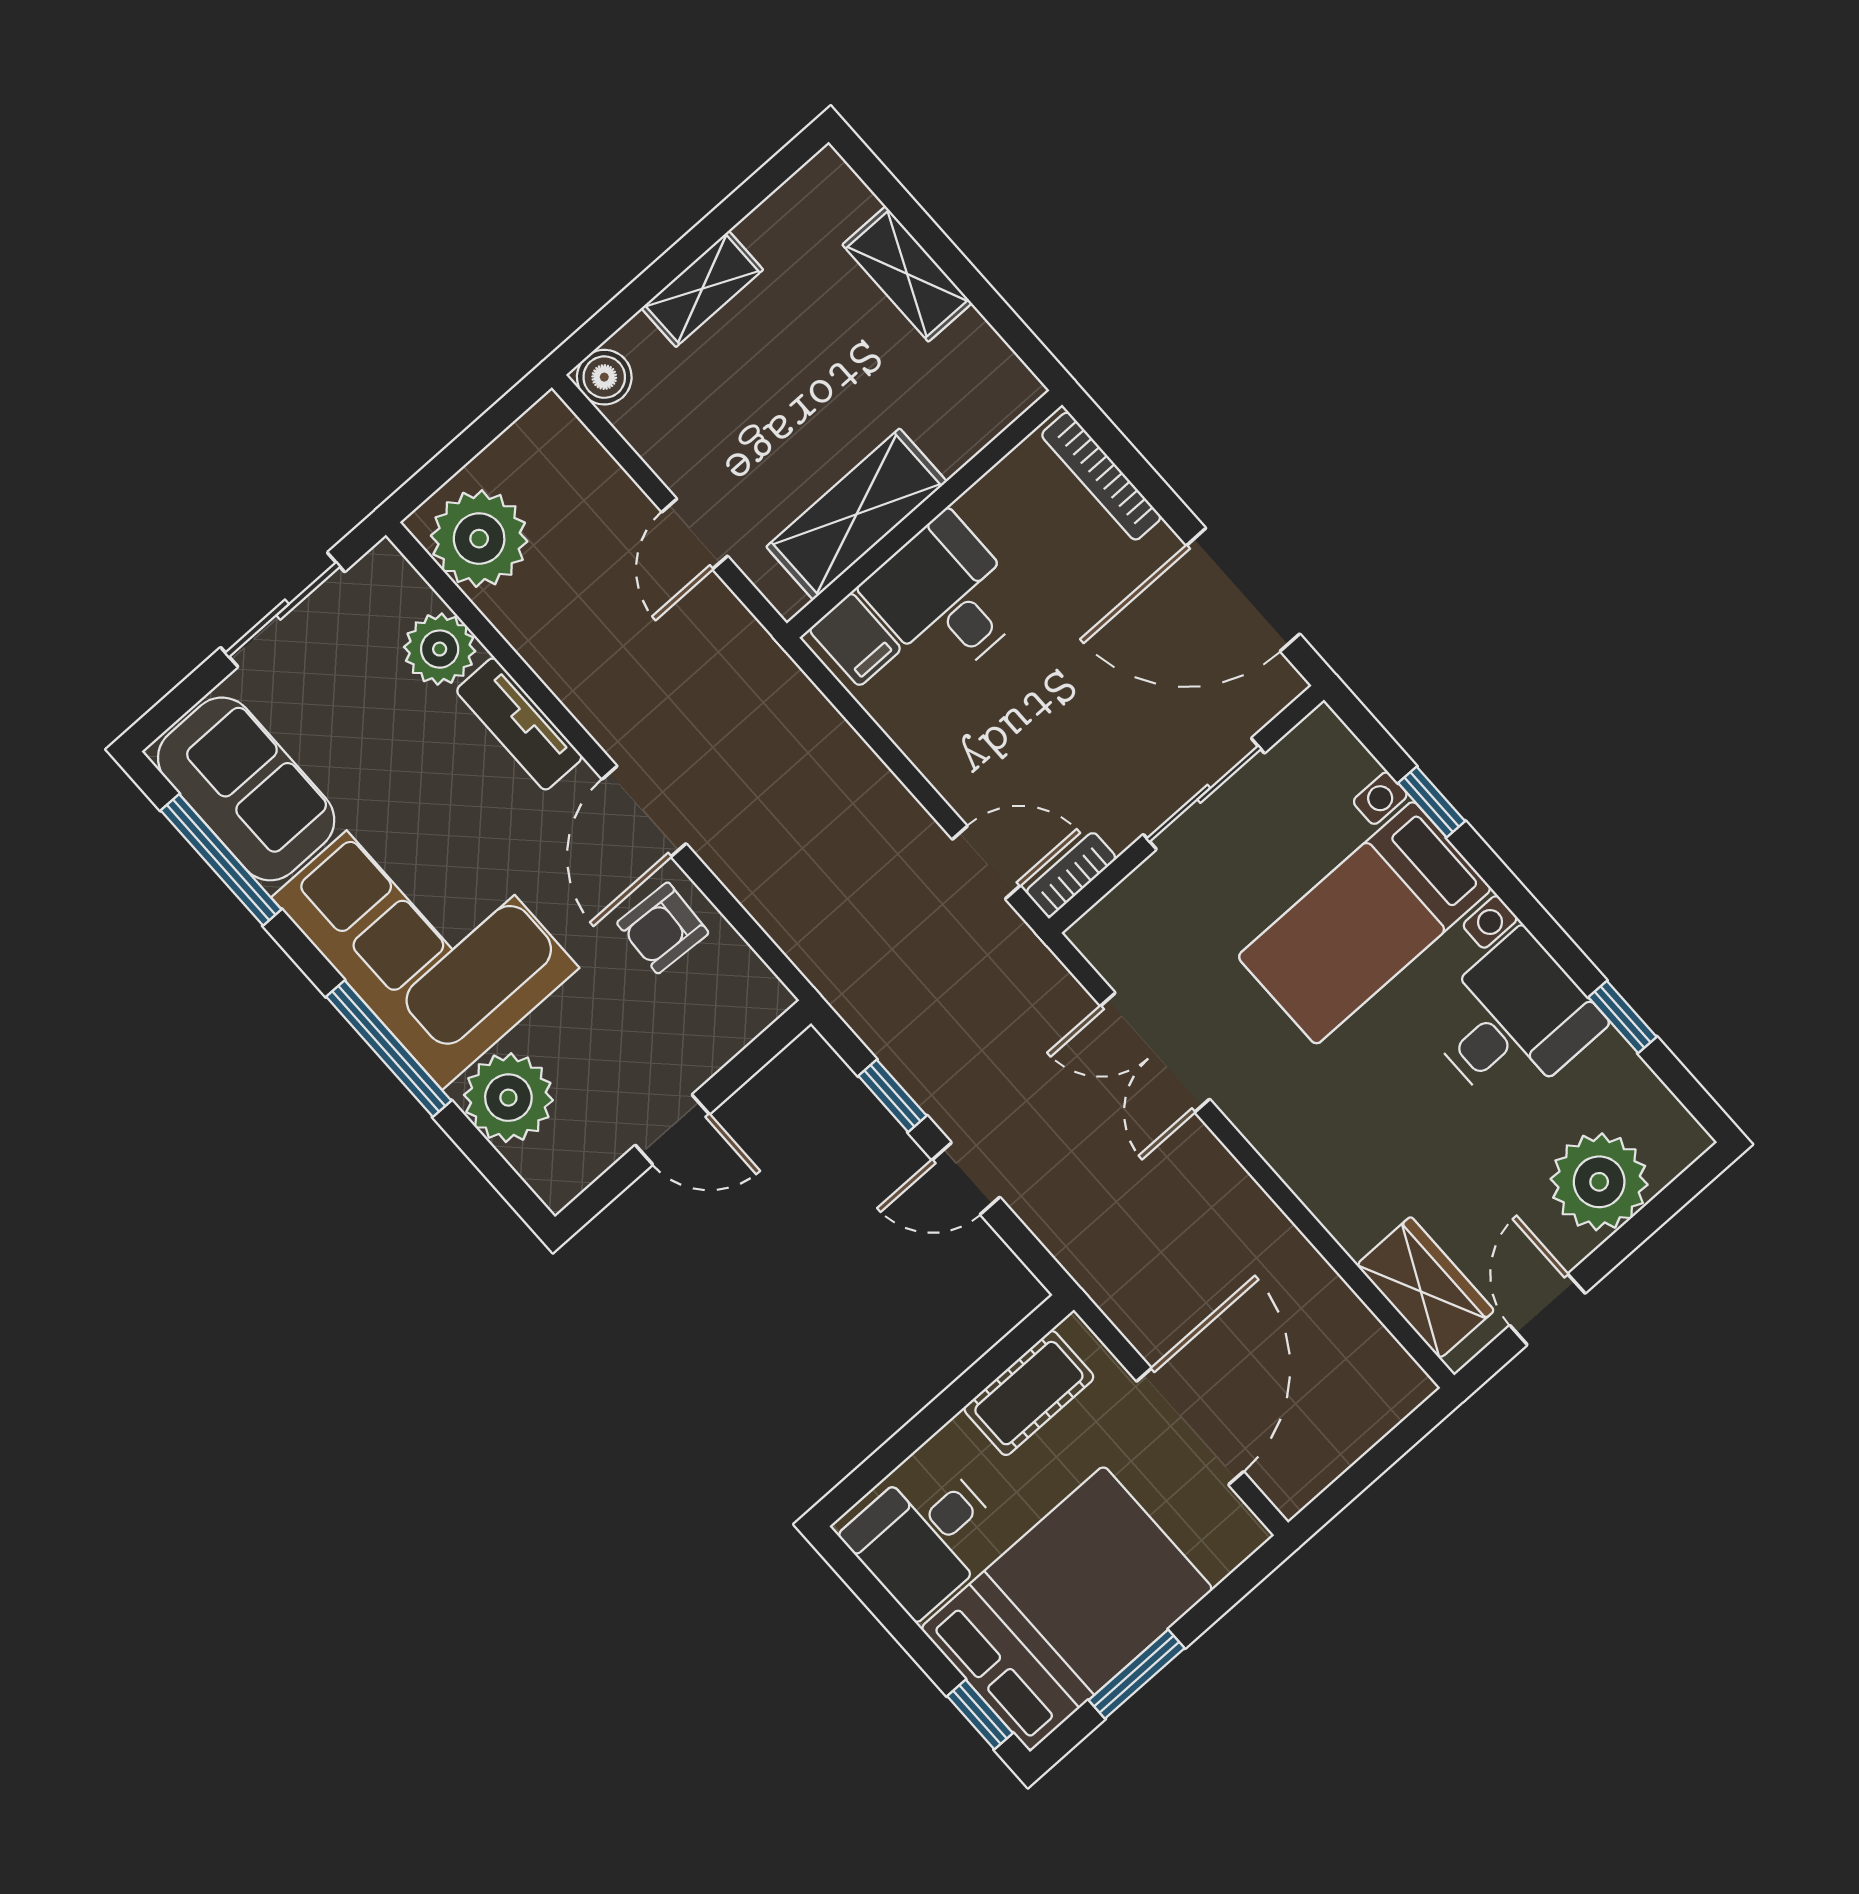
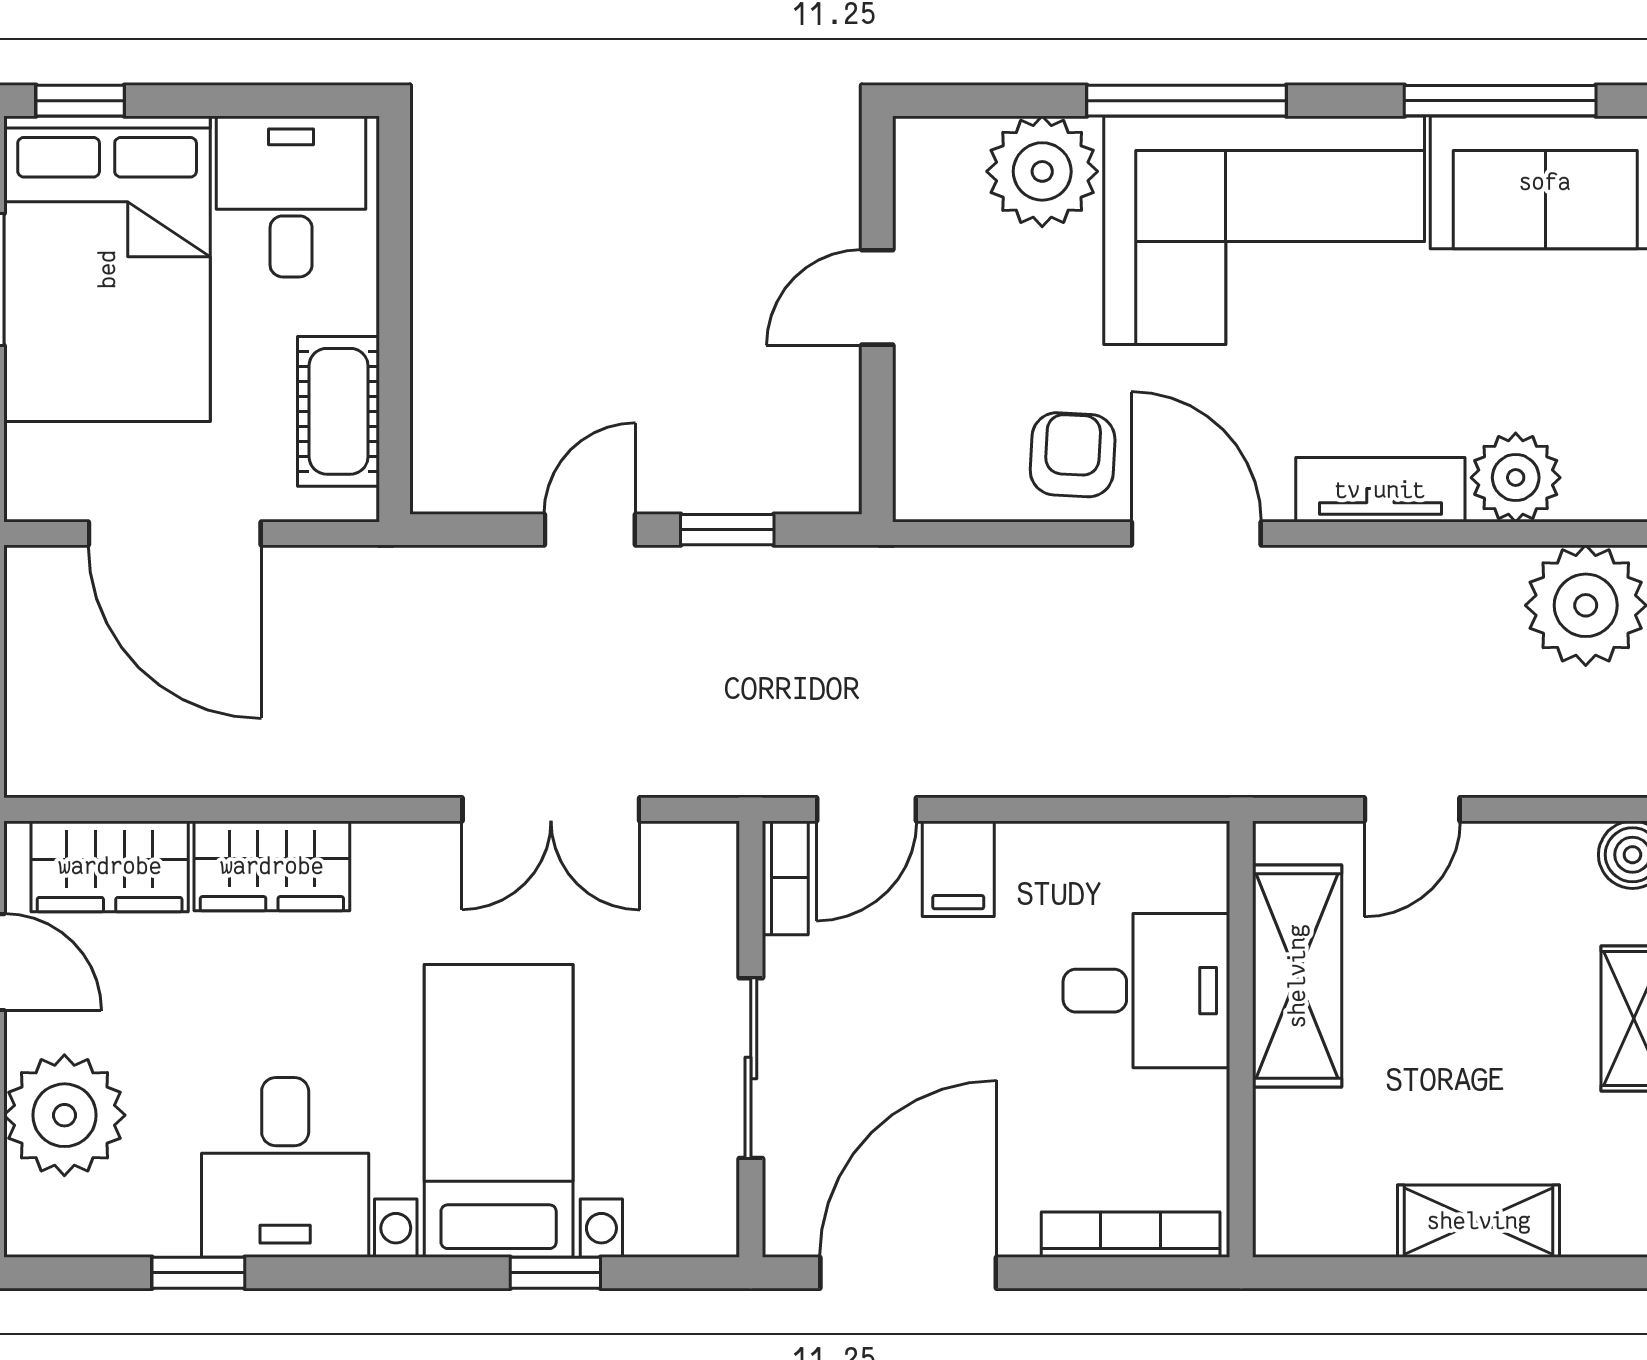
door: (695, 534) -> (1412, 809), swing flipped
filing cabinet: (855, 639) -> (958, 869), moved, turned -90
double door: (1155, 1052) -> (551, 809), swing flipped
wardrobe: (1338, 1190) -> (272, 866), added

